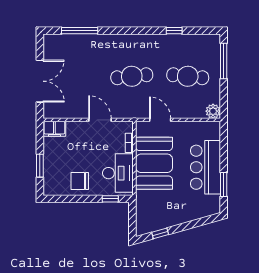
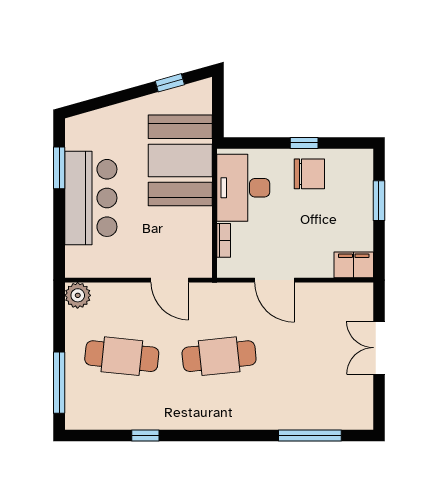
double door: (40, 81) -> (379, 348), width x0.73
booth: (154, 163) -> (180, 160), moved
window: (110, 199) -> (304, 143), moved

